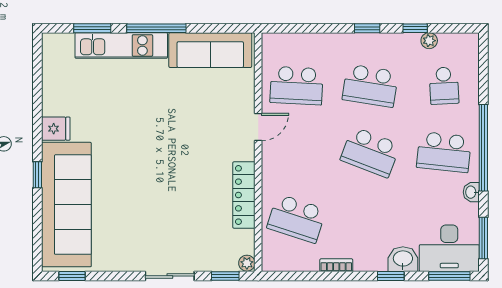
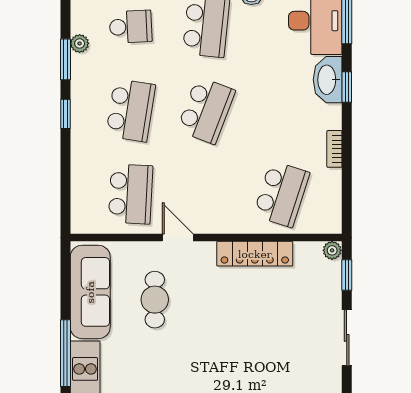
window: (415, 28) -> (65, 59), width x1.50
cafe table: (204, 107) -> (155, 300), added
washbasin: (403, 259) -> (328, 80), width x1.38

